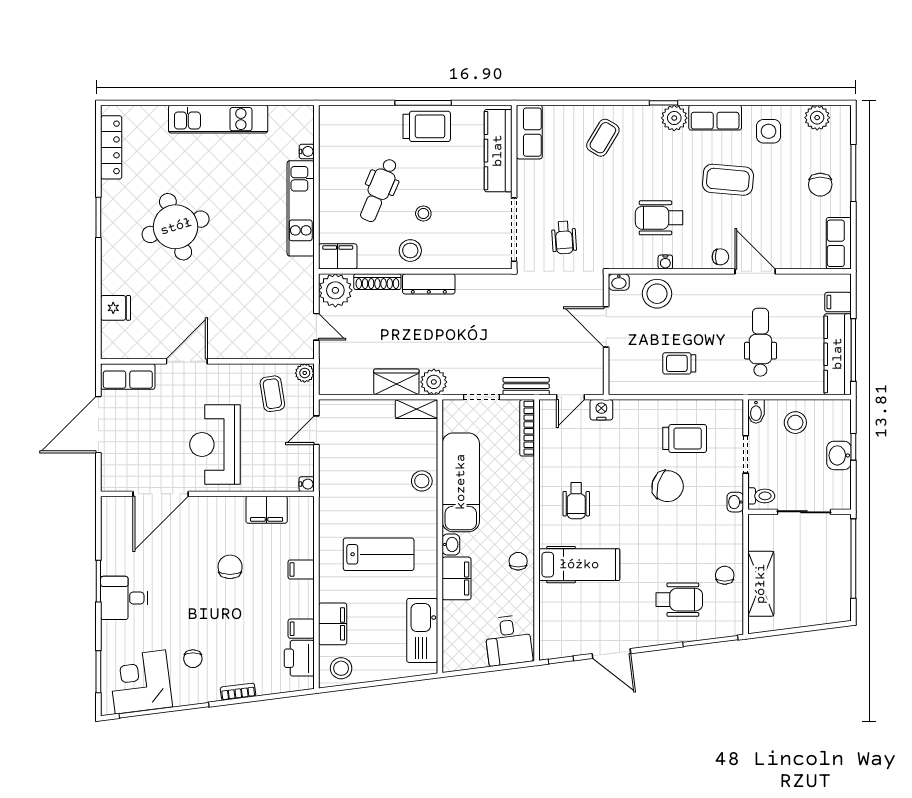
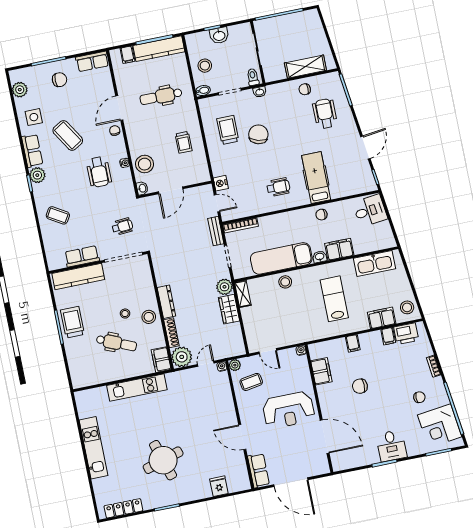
row of seats: (529, 132) -> (82, 256), moved
water cooler: (307, 151) -> (222, 366), moved
coffee table: (728, 180) -> (68, 135), turned -37

